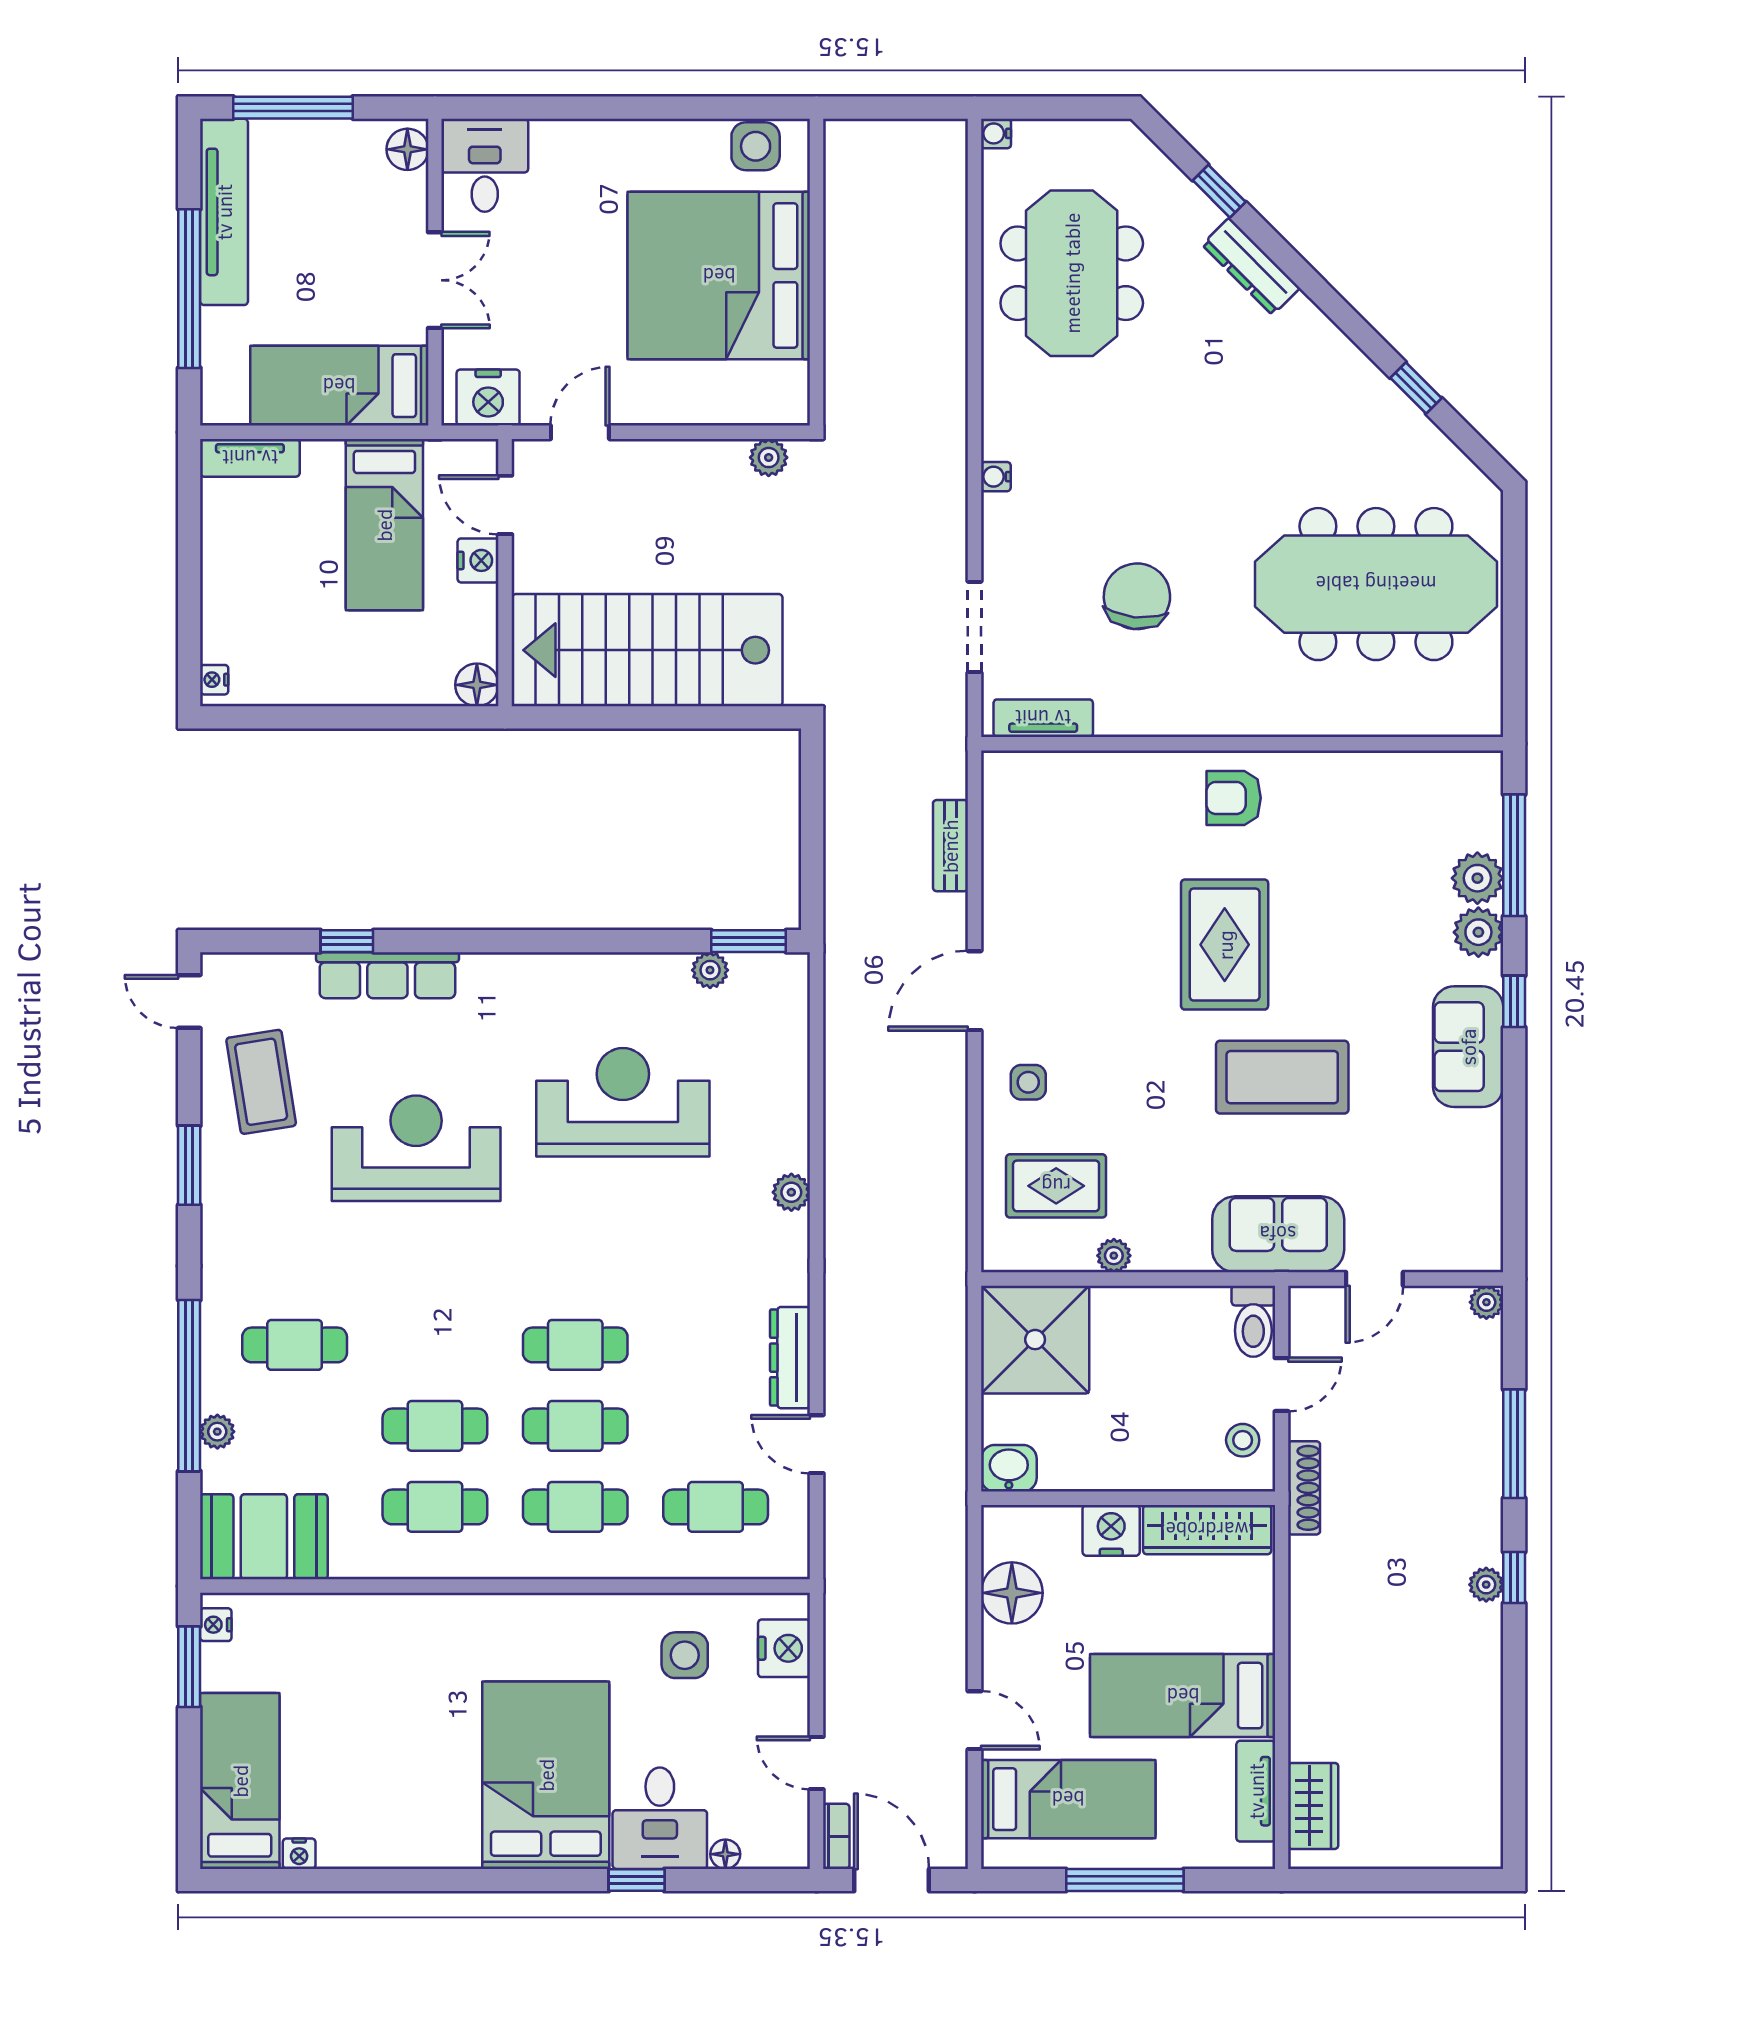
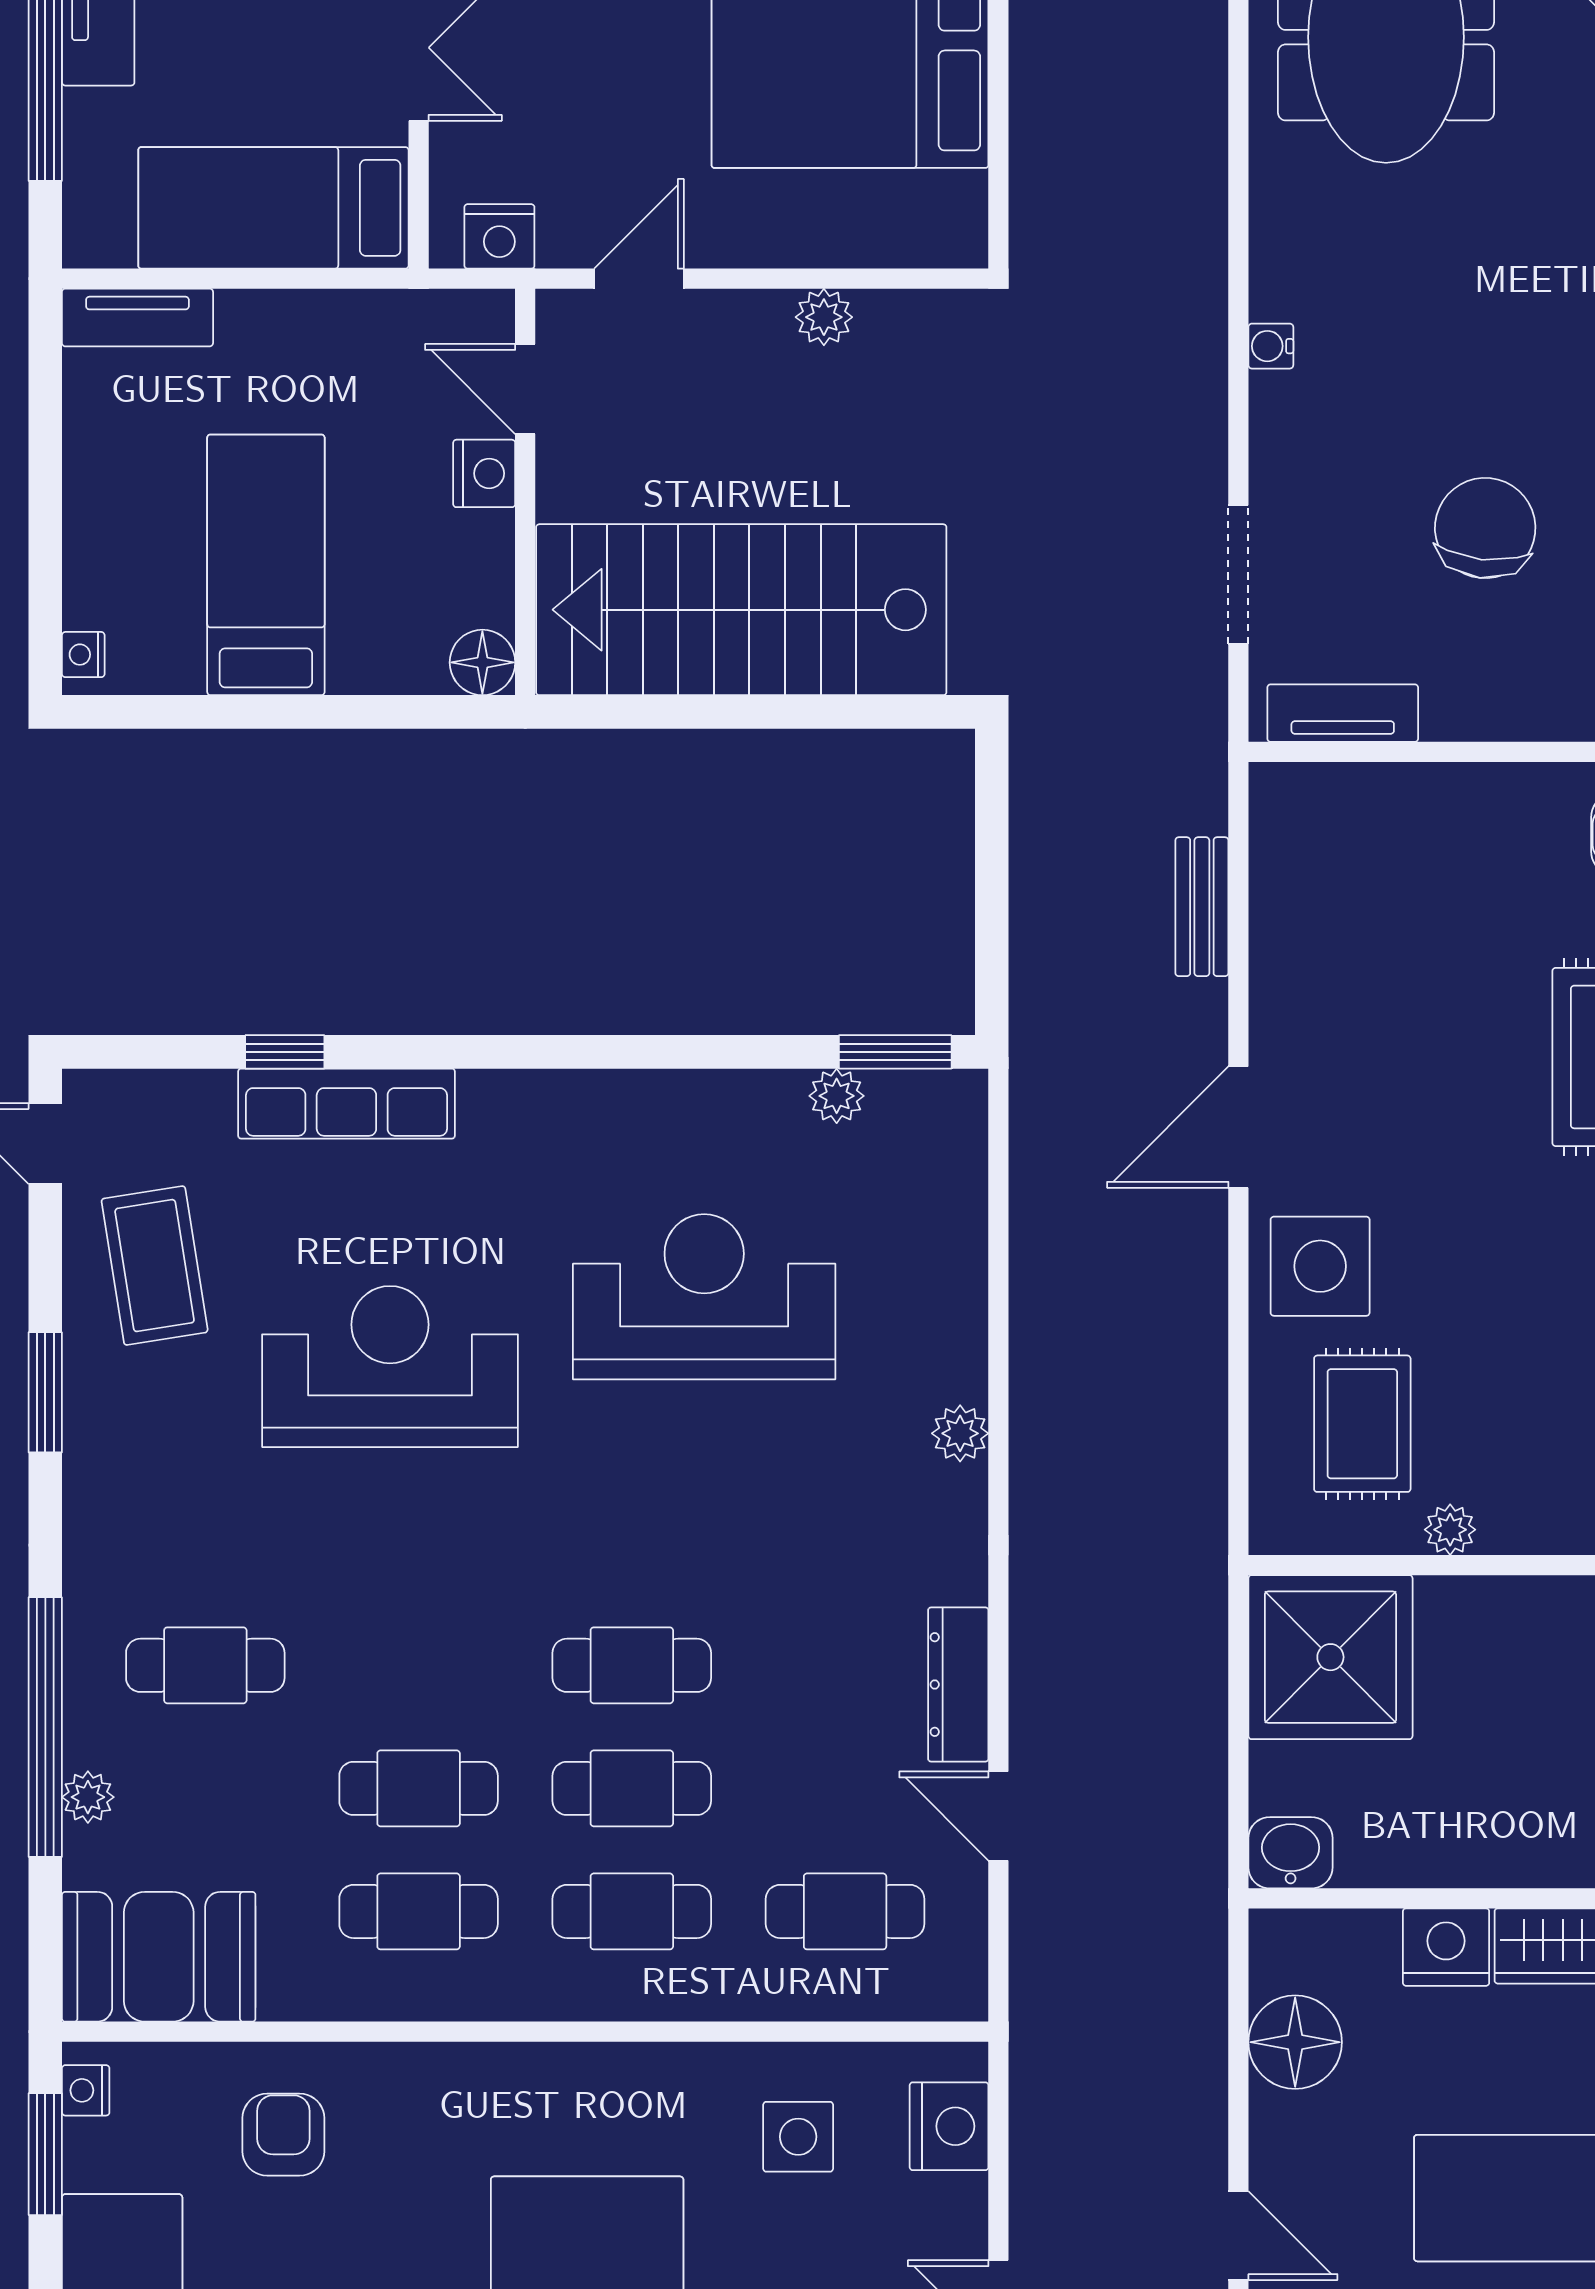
nightstand: (488, 397) -> (499, 236), width x0.74, depth x0.75
plant: (769, 458) -> (824, 317), moved
bed: (384, 525) -> (266, 565), moved, turned 180
side table: (1028, 1082) -> (1320, 1266), width x1.87, depth x1.87
rug: (1056, 1186) -> (1362, 1424), turned 90
armchair: (346, 1654) -> (283, 2135), added

